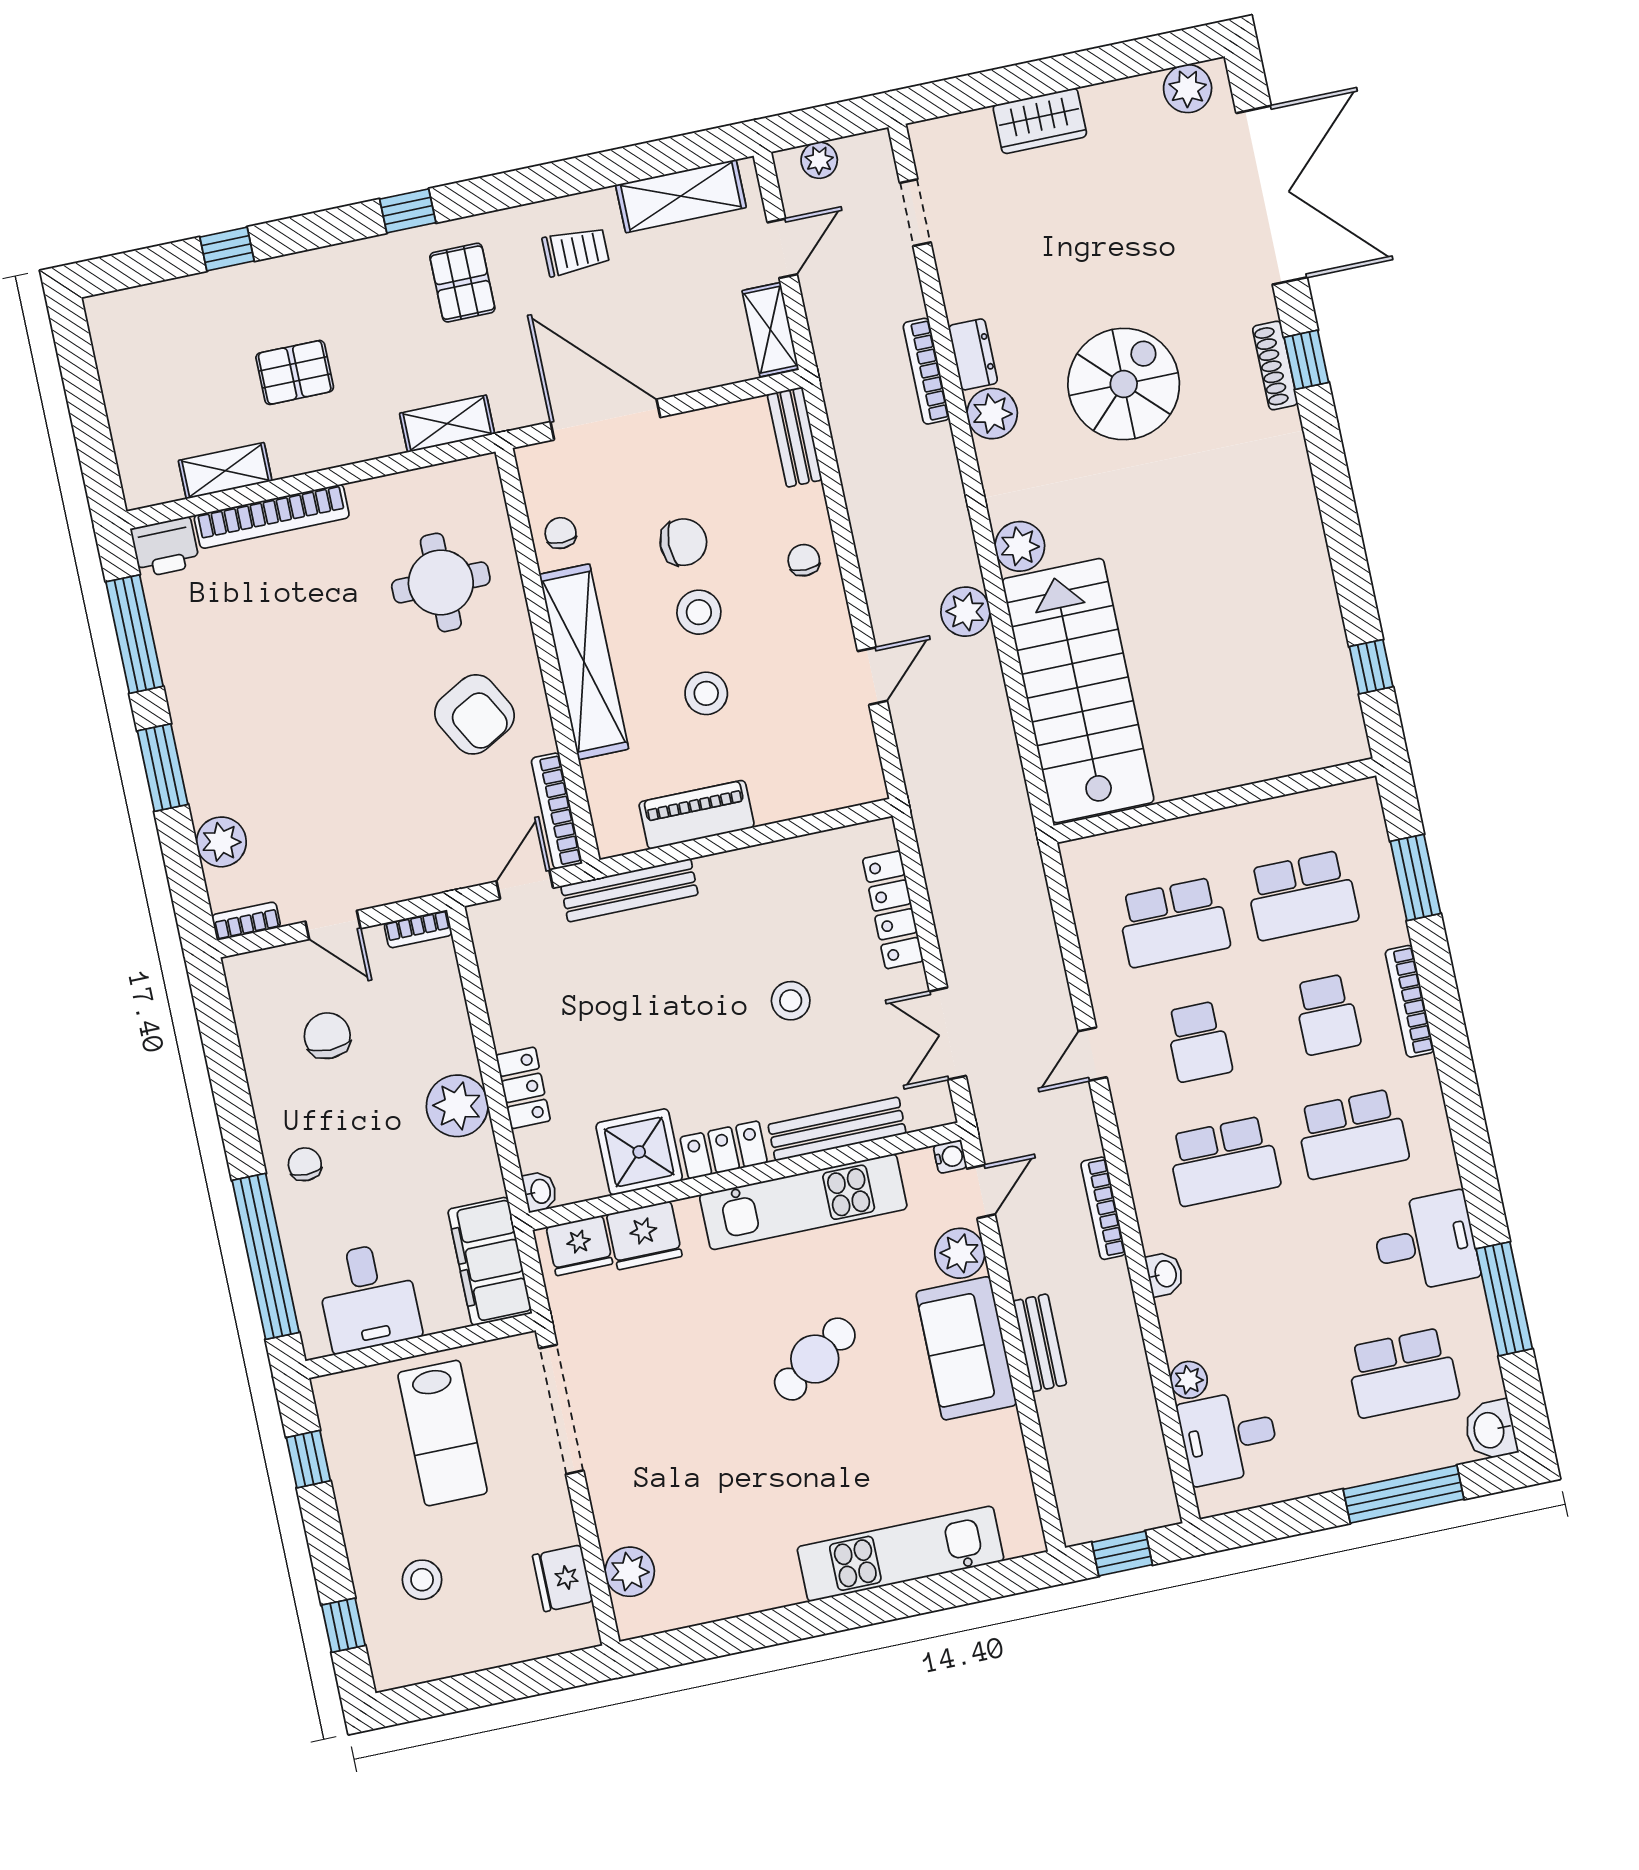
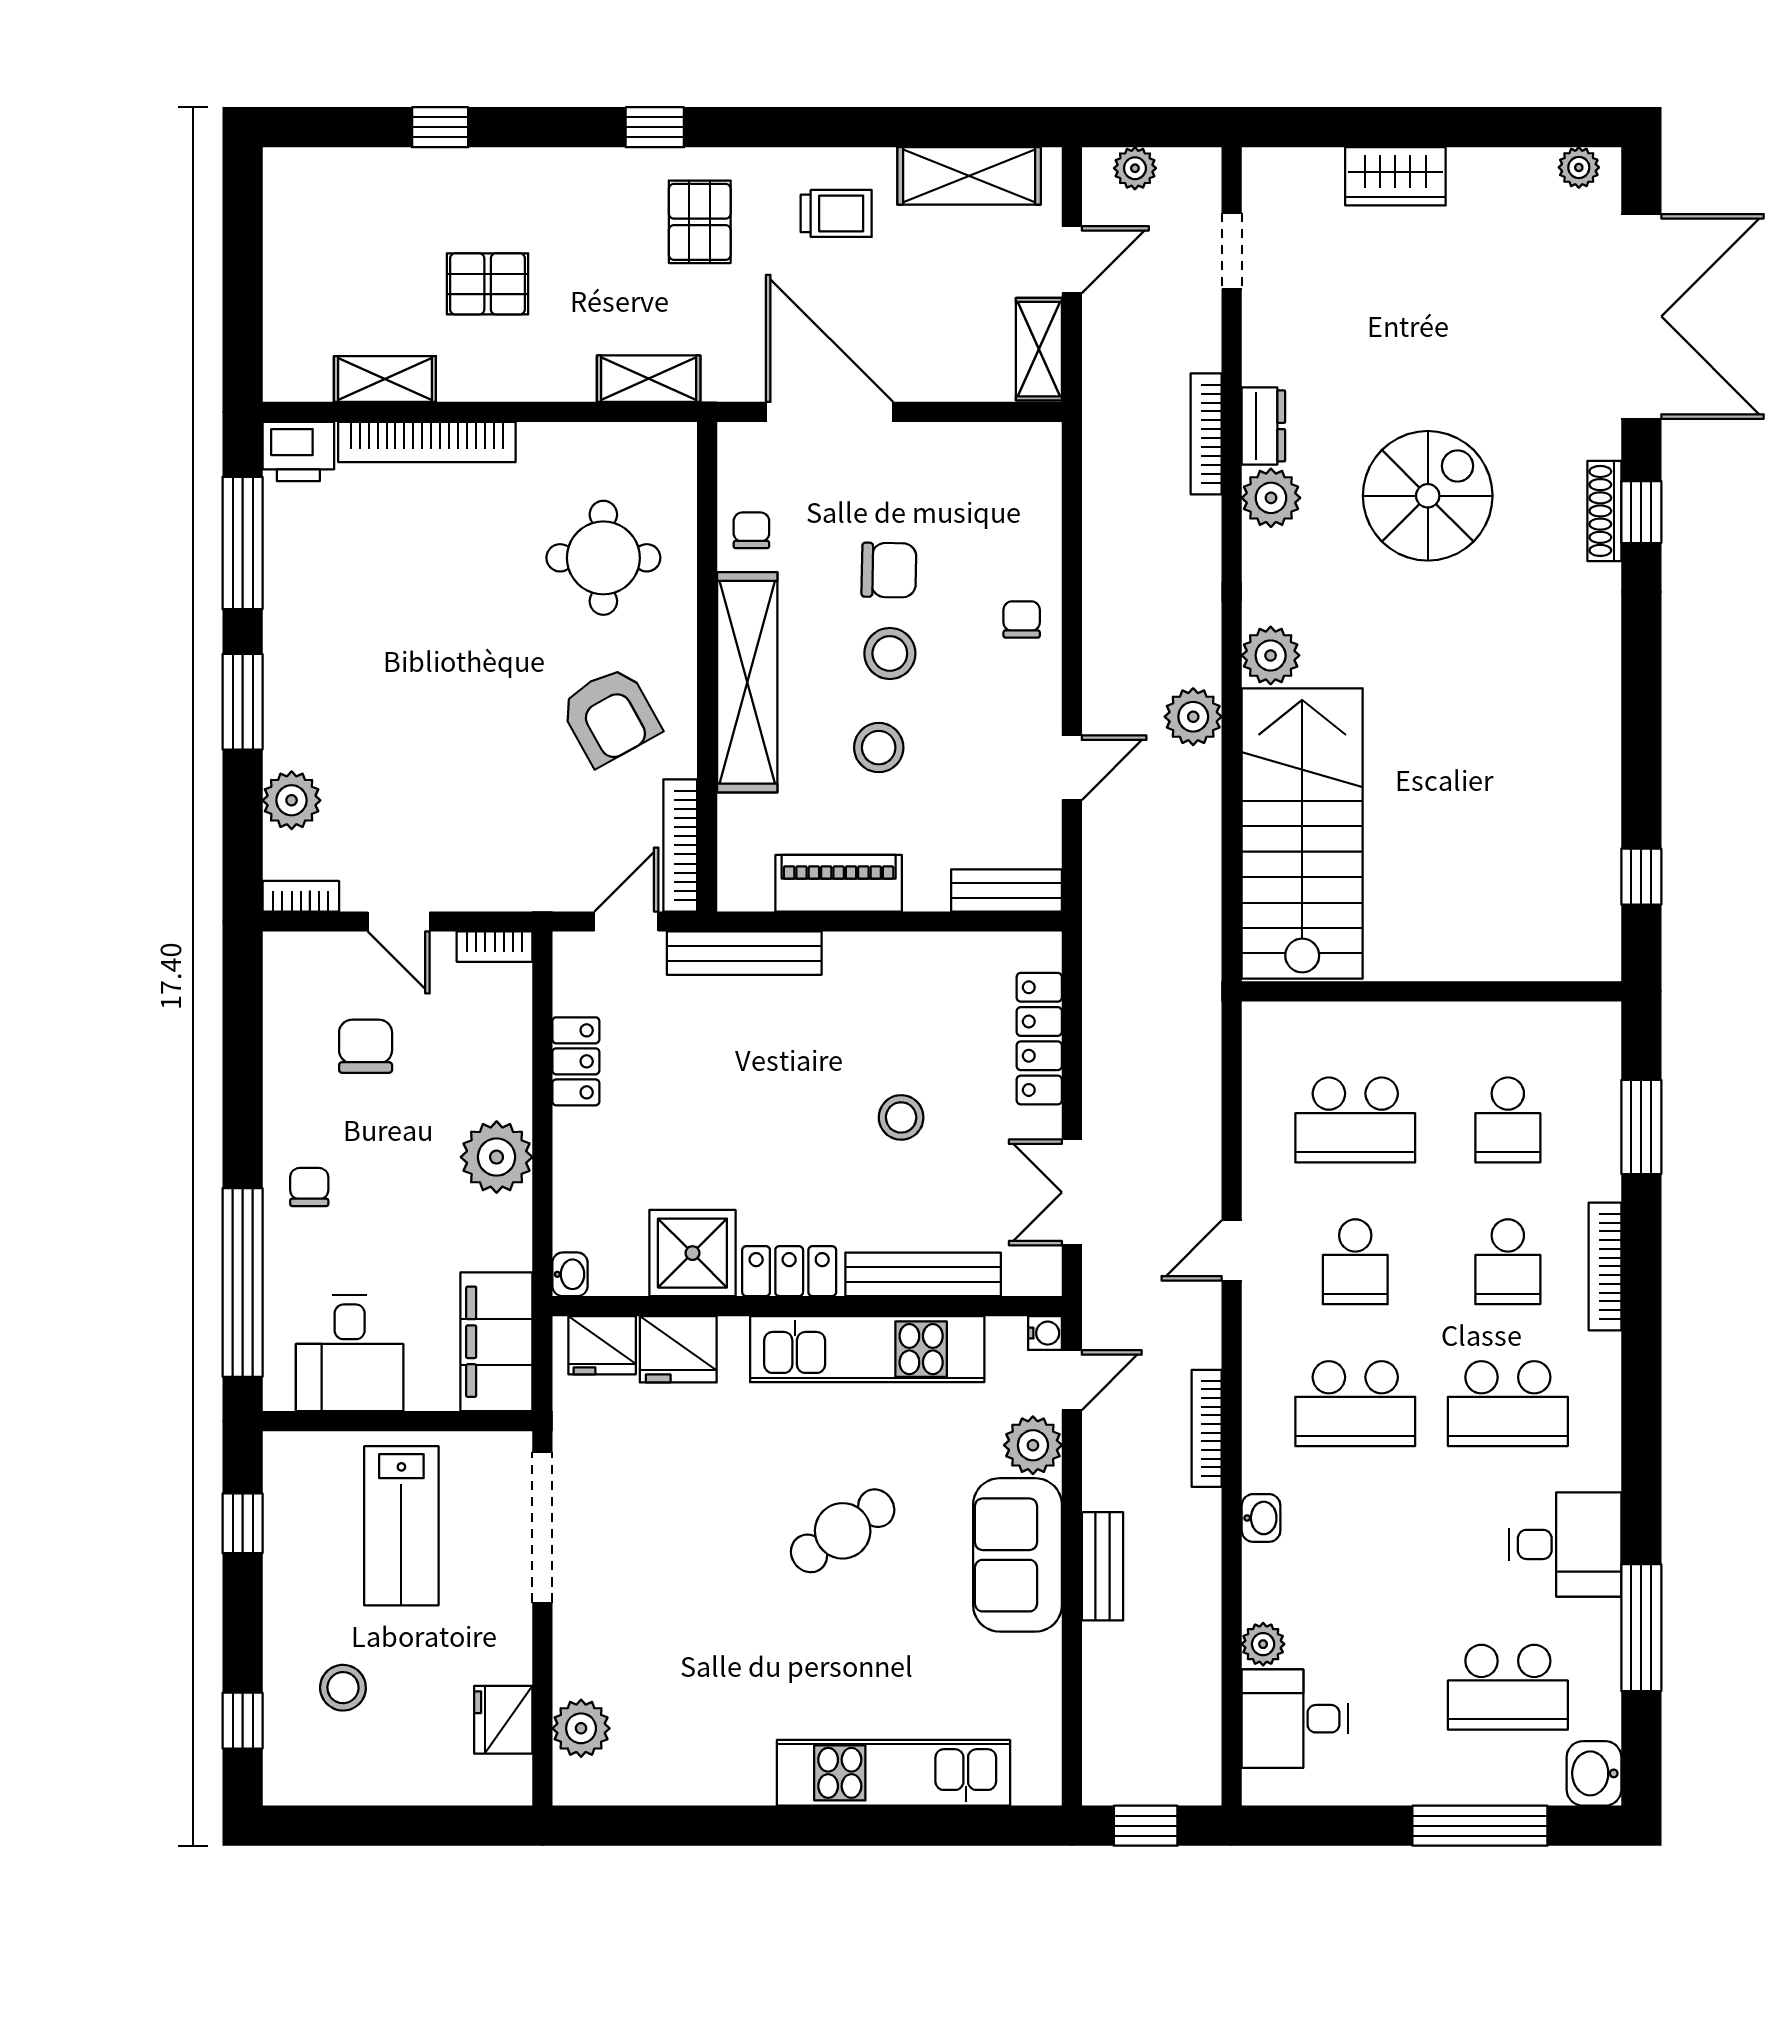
plant: (1188, 89) -> (1579, 167), width x0.73, depth x0.73
bench: (795, 437) -> (1007, 890), moved, turned 90
school desk: (1302, 895) -> (1508, 1120), width x0.54
locker: (523, 1088) -> (576, 1061), moved

